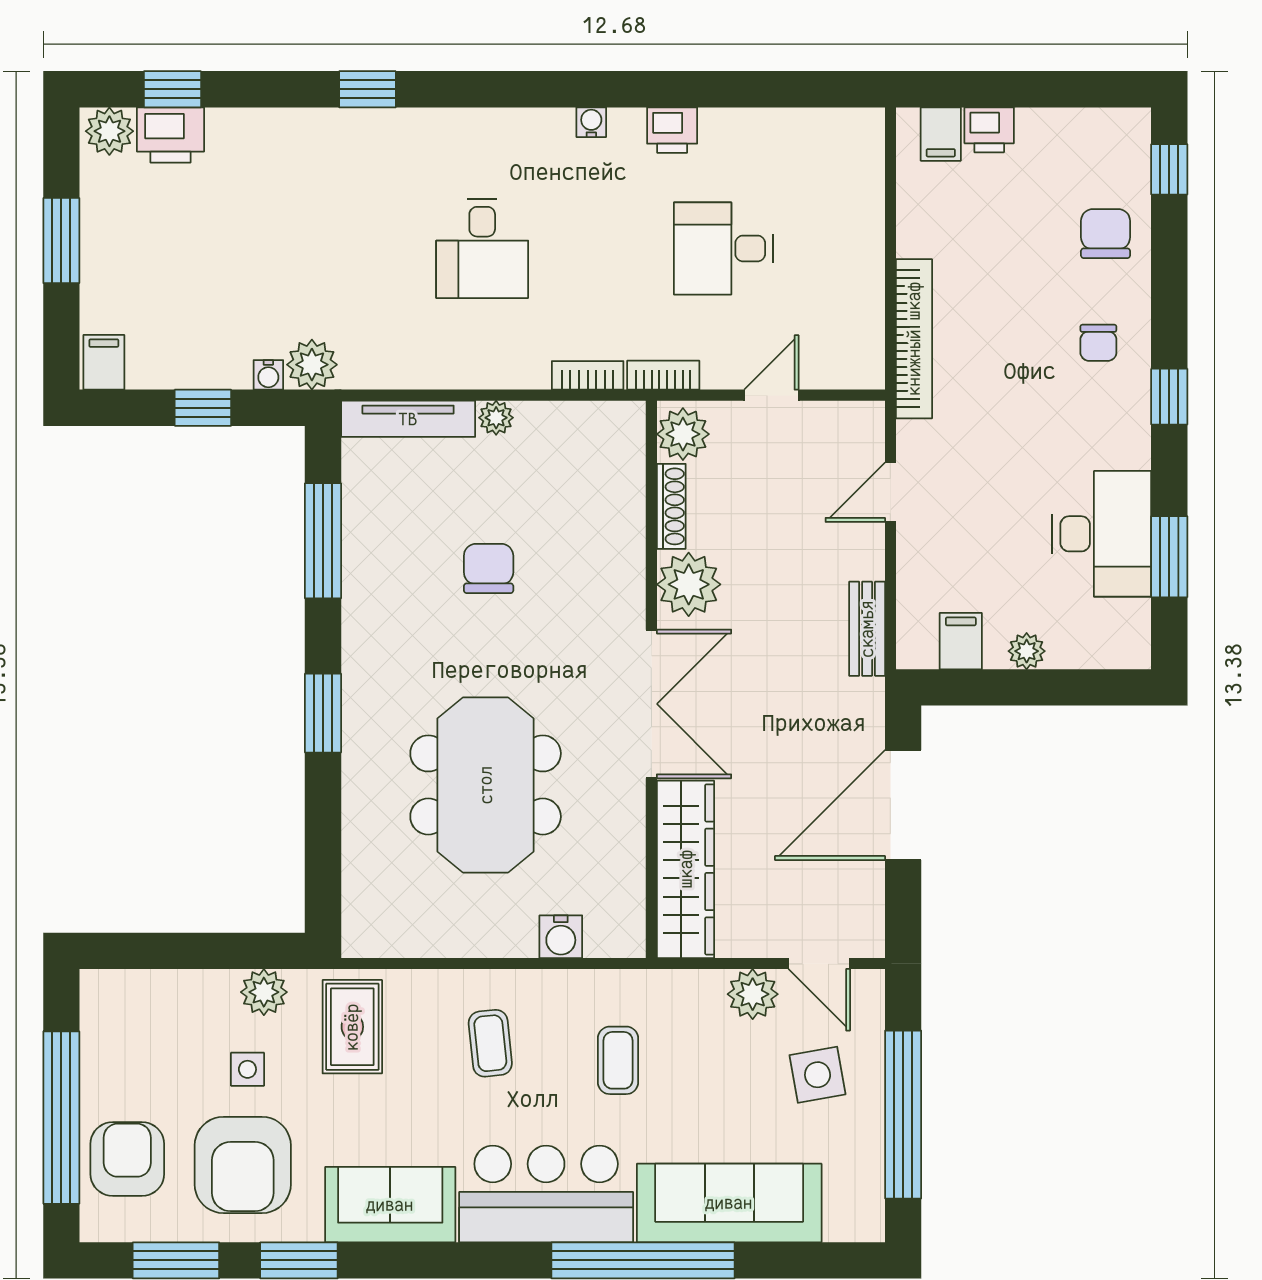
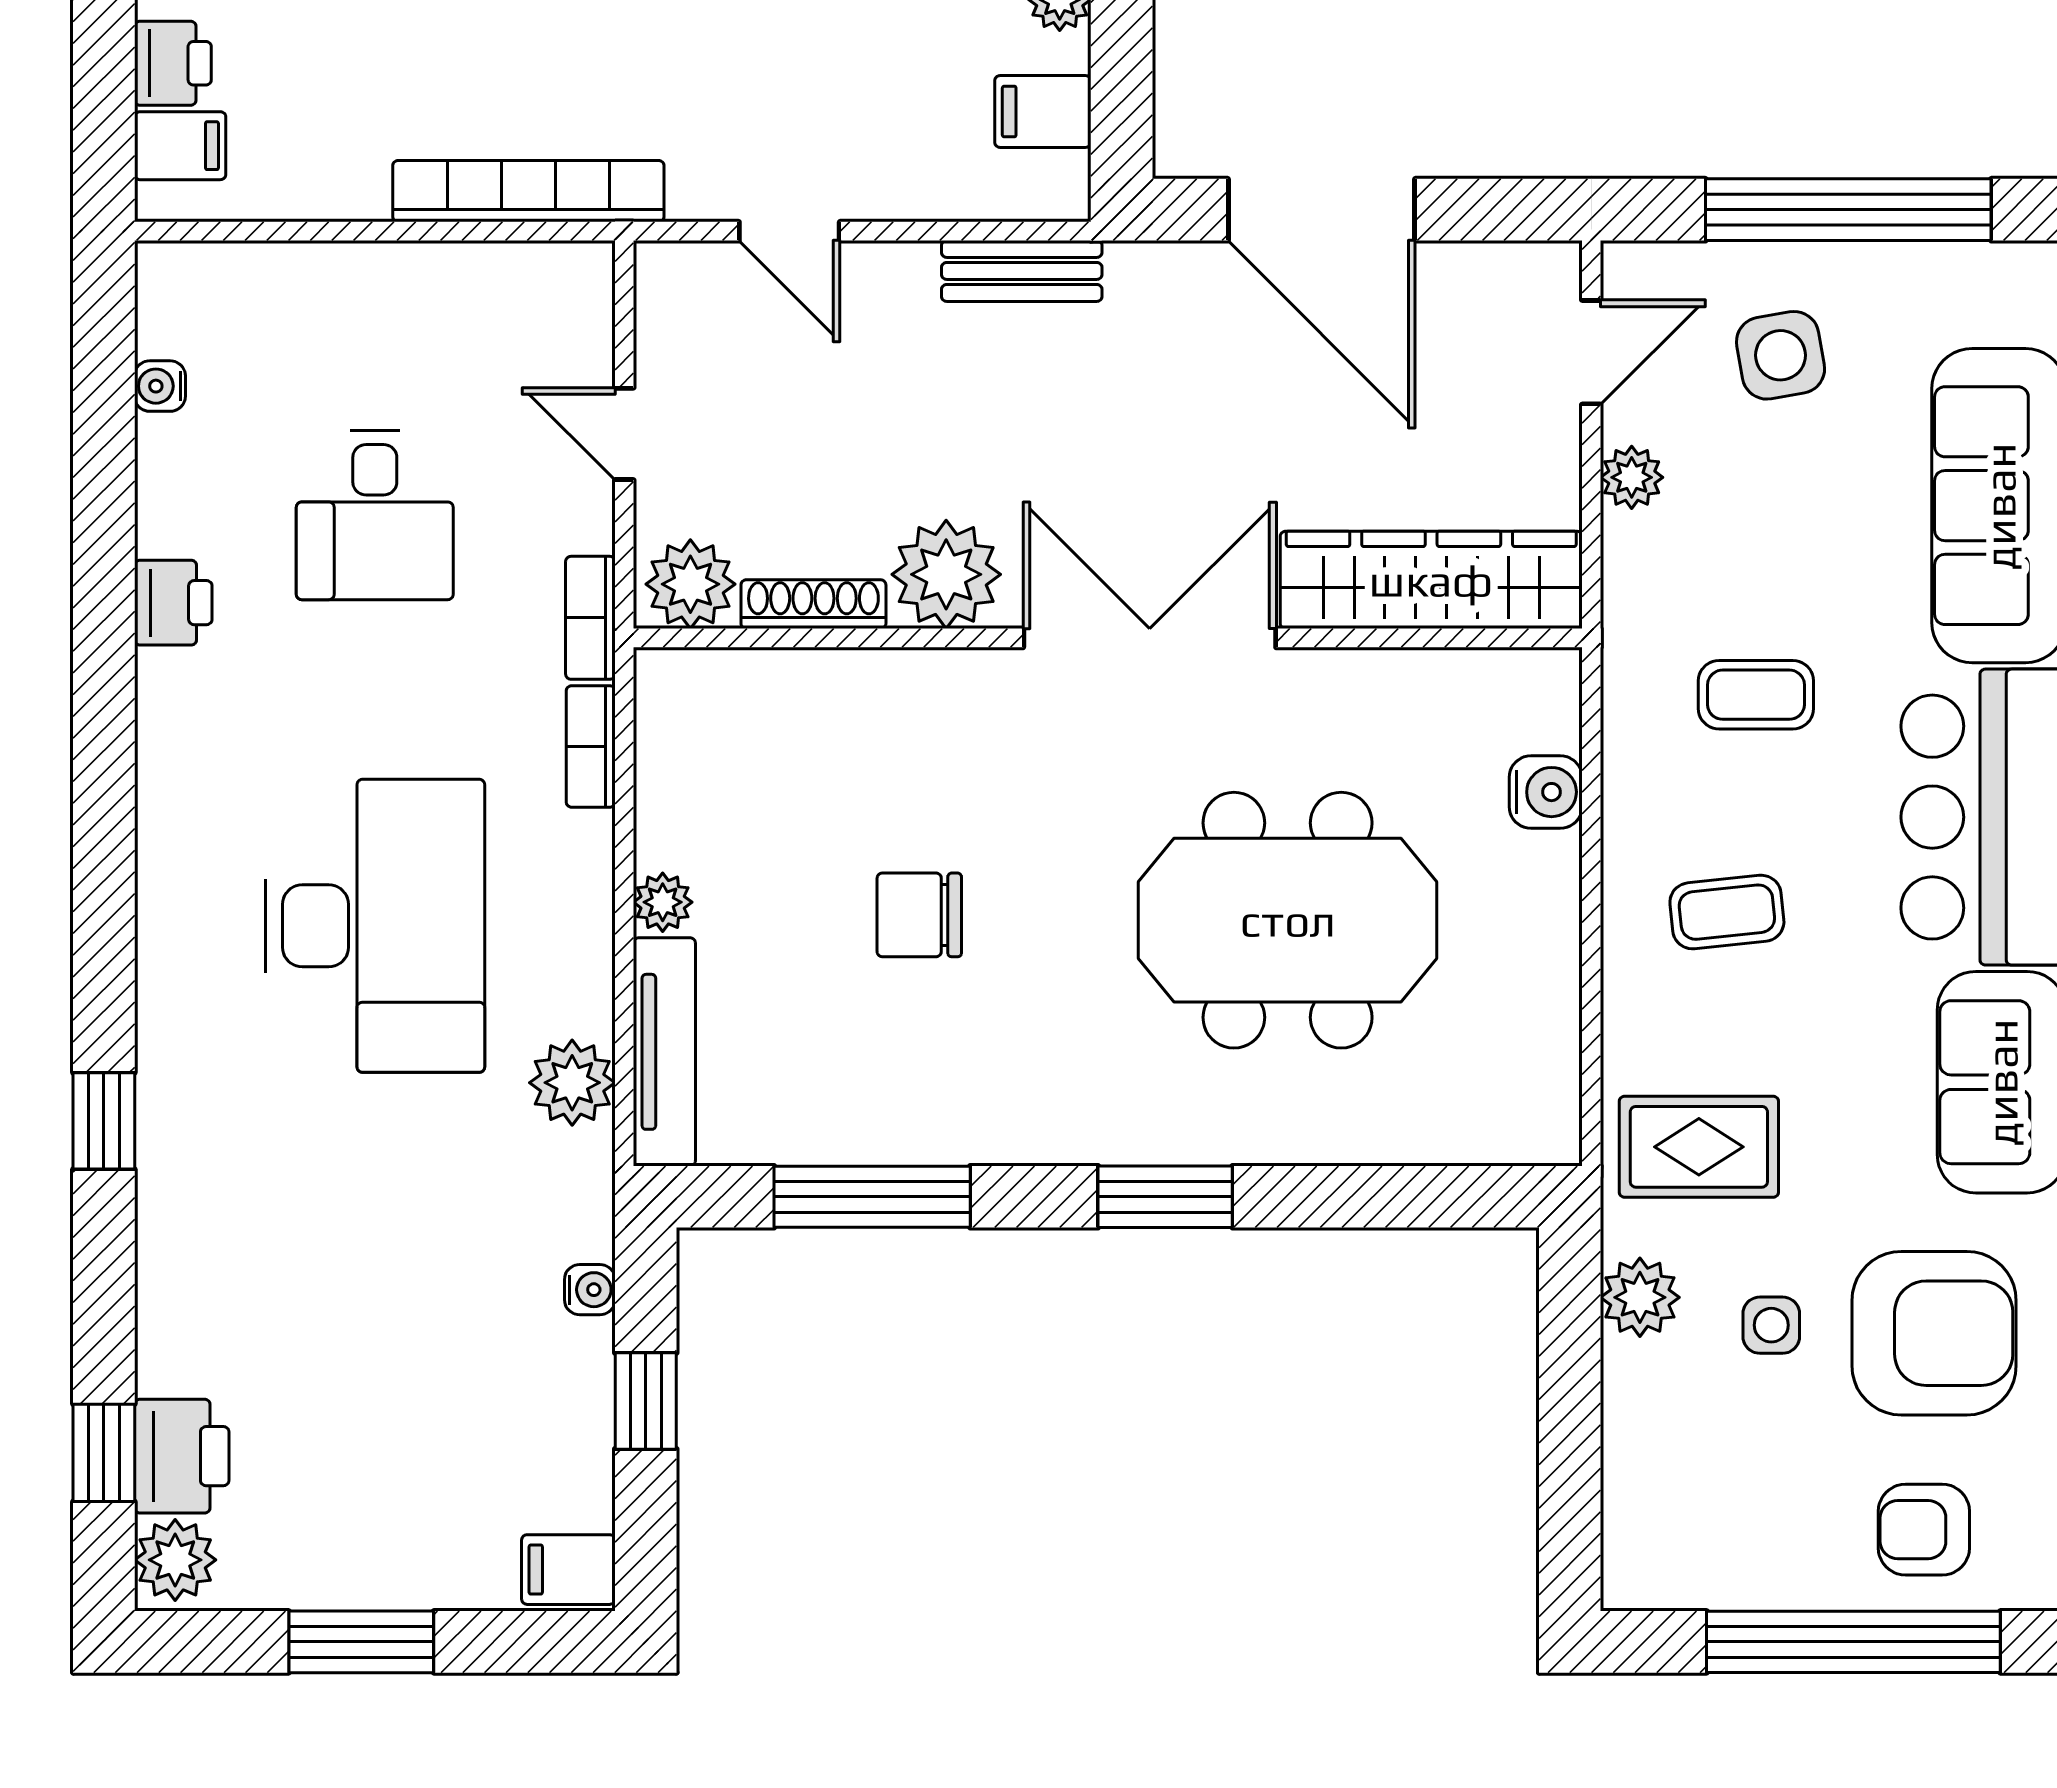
water cooler: (591, 122) -> (160, 386), moved
desk: (482, 248) -> (375, 926), width x1.87, depth x1.30
plant: (312, 365) -> (572, 1083), moved
plant: (753, 994) -> (1632, 477), width x0.73, depth x0.73
armchair: (127, 1159) -> (1924, 1530), width x0.72, depth x0.72

